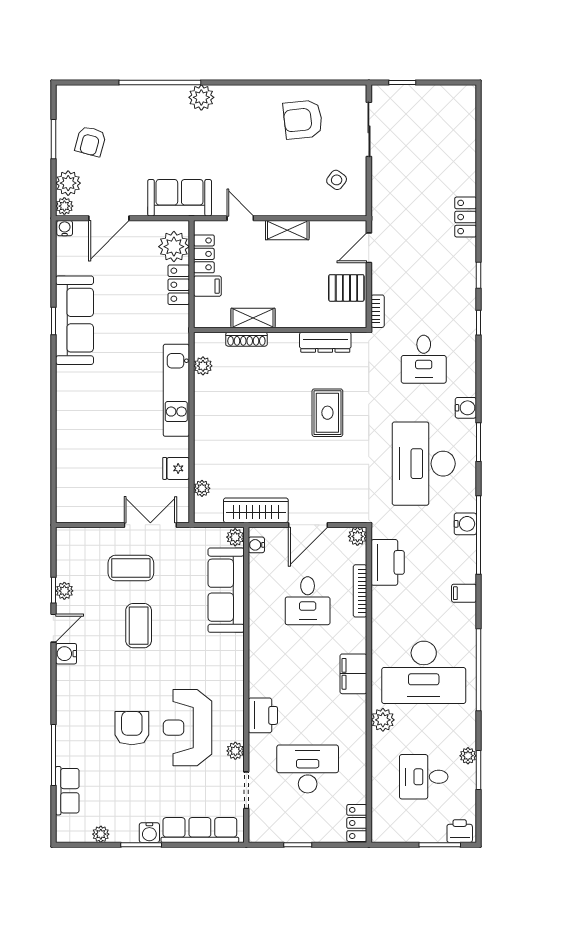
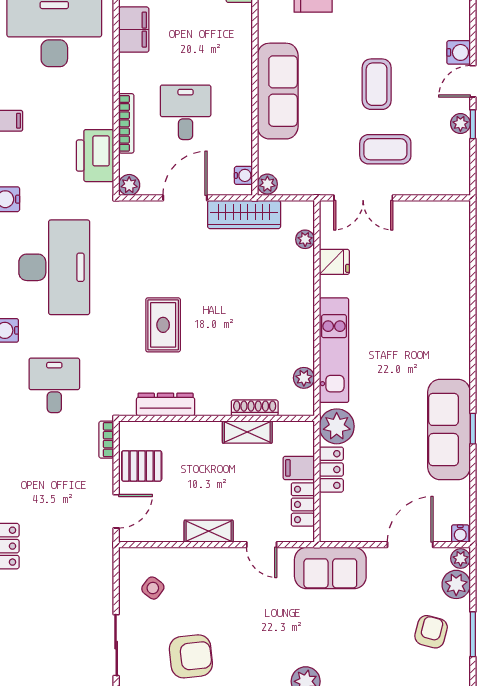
plant: (174, 247) -> (337, 426), moved
sofa: (226, 590) -> (278, 91), moved

